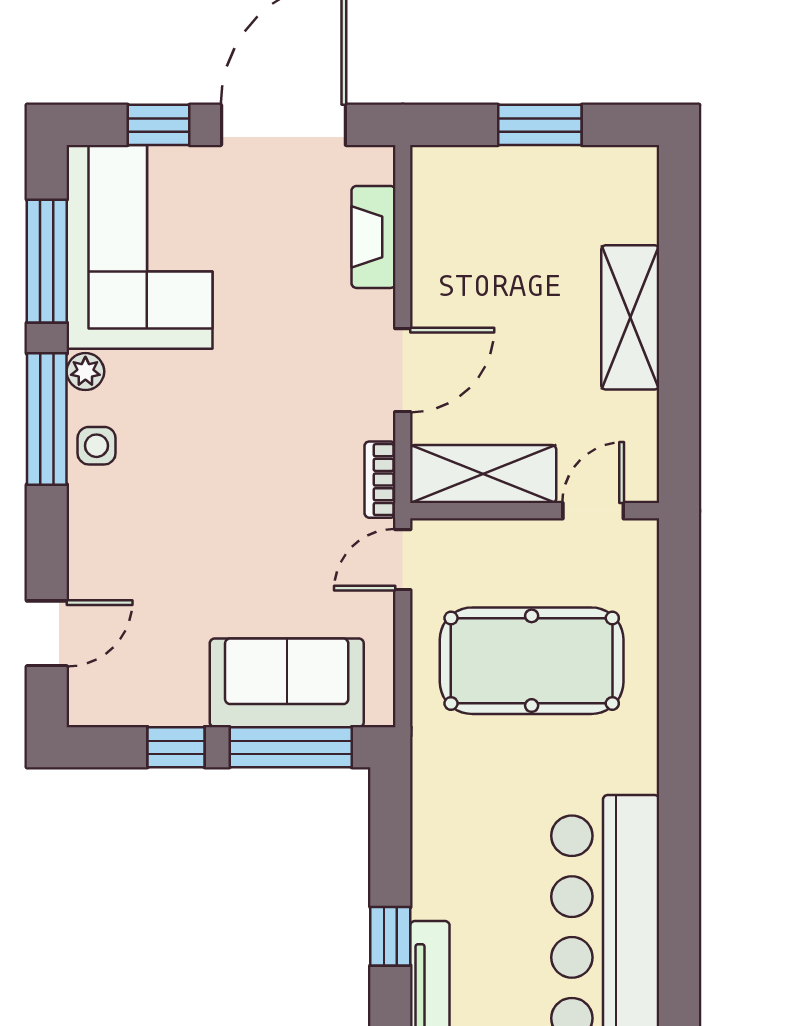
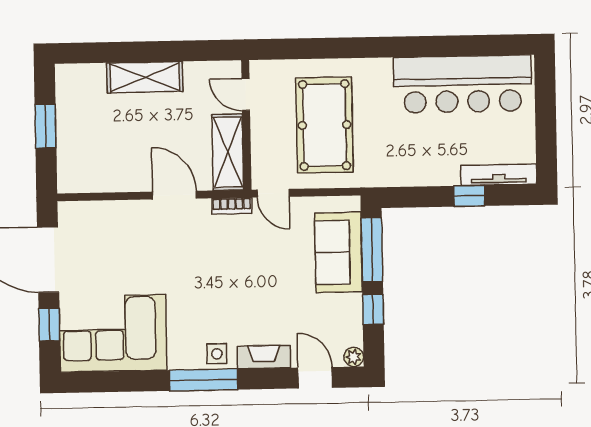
fireplace: (373, 237) -> (264, 357), moved, turned 180
window: (47, 261) -> (121, 381), removed
plant: (85, 372) -> (354, 357), moved

